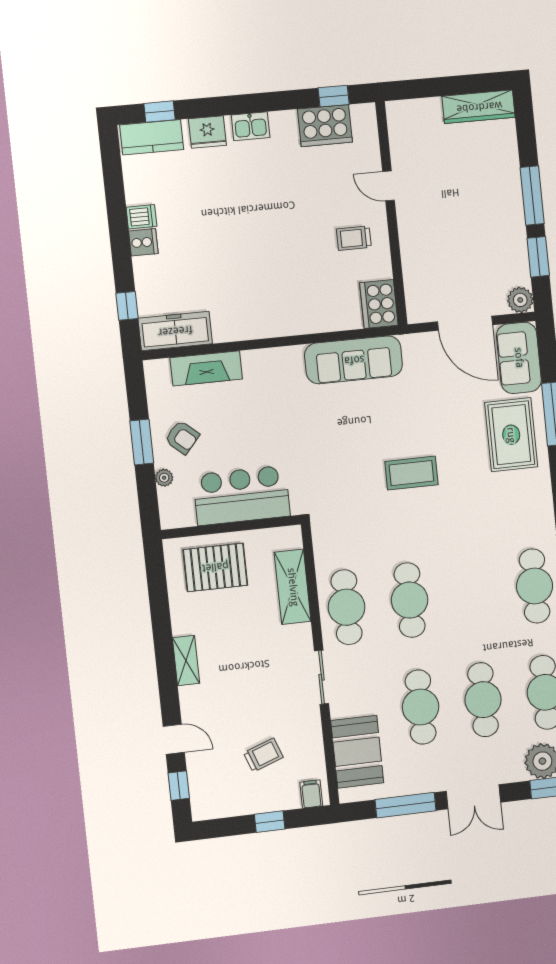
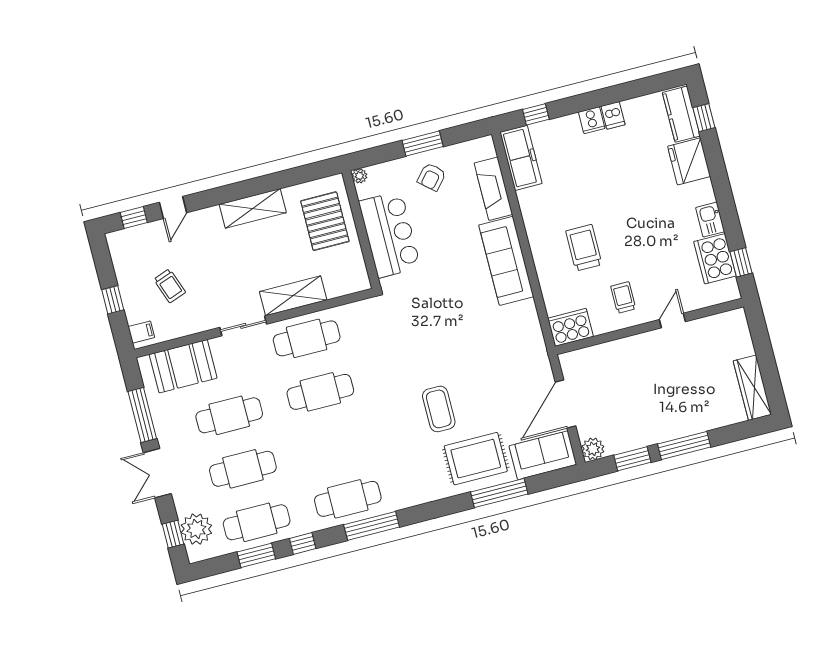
kitchen sink: (251, 126) -> (710, 220), moved
fridge: (207, 132) -> (689, 161), width x1.36, depth x1.34
trolley: (290, 274) -> (584, 248), added
sofa: (354, 360) -> (506, 261), moved
coffee table: (411, 473) -> (439, 409), moved
plant: (164, 478) -> (359, 176), moved
shelving: (293, 587) -> (293, 296), moved
shelving: (186, 661) -> (253, 208), width x1.50, depth x1.33

